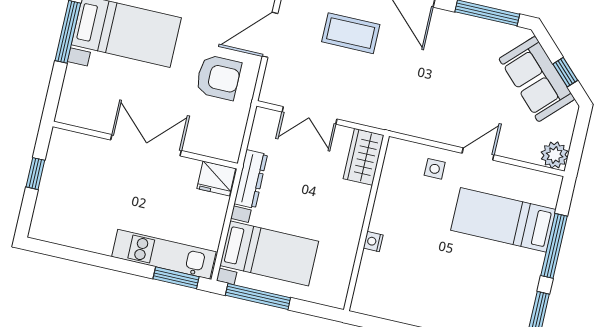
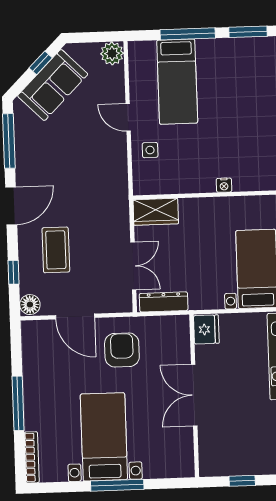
dresser: (251, 179) -> (164, 302), moved

